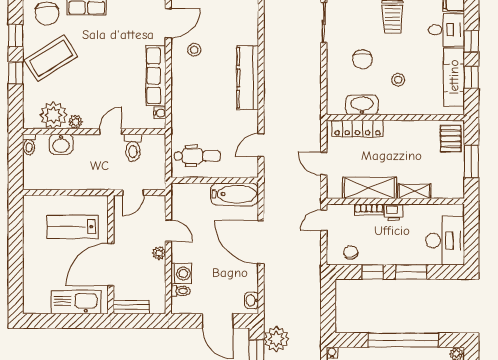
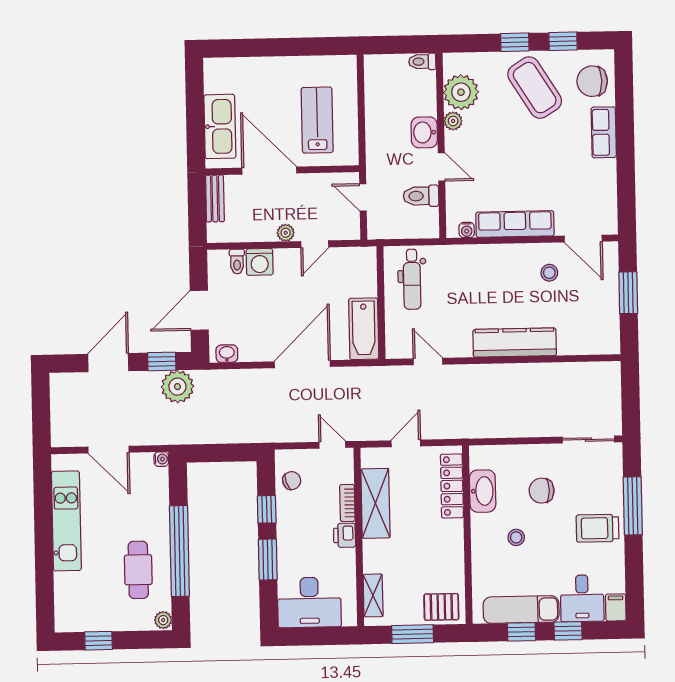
washbasin: (61, 144) -> (424, 132), moved
shelving: (414, 191) -> (373, 595), moved

